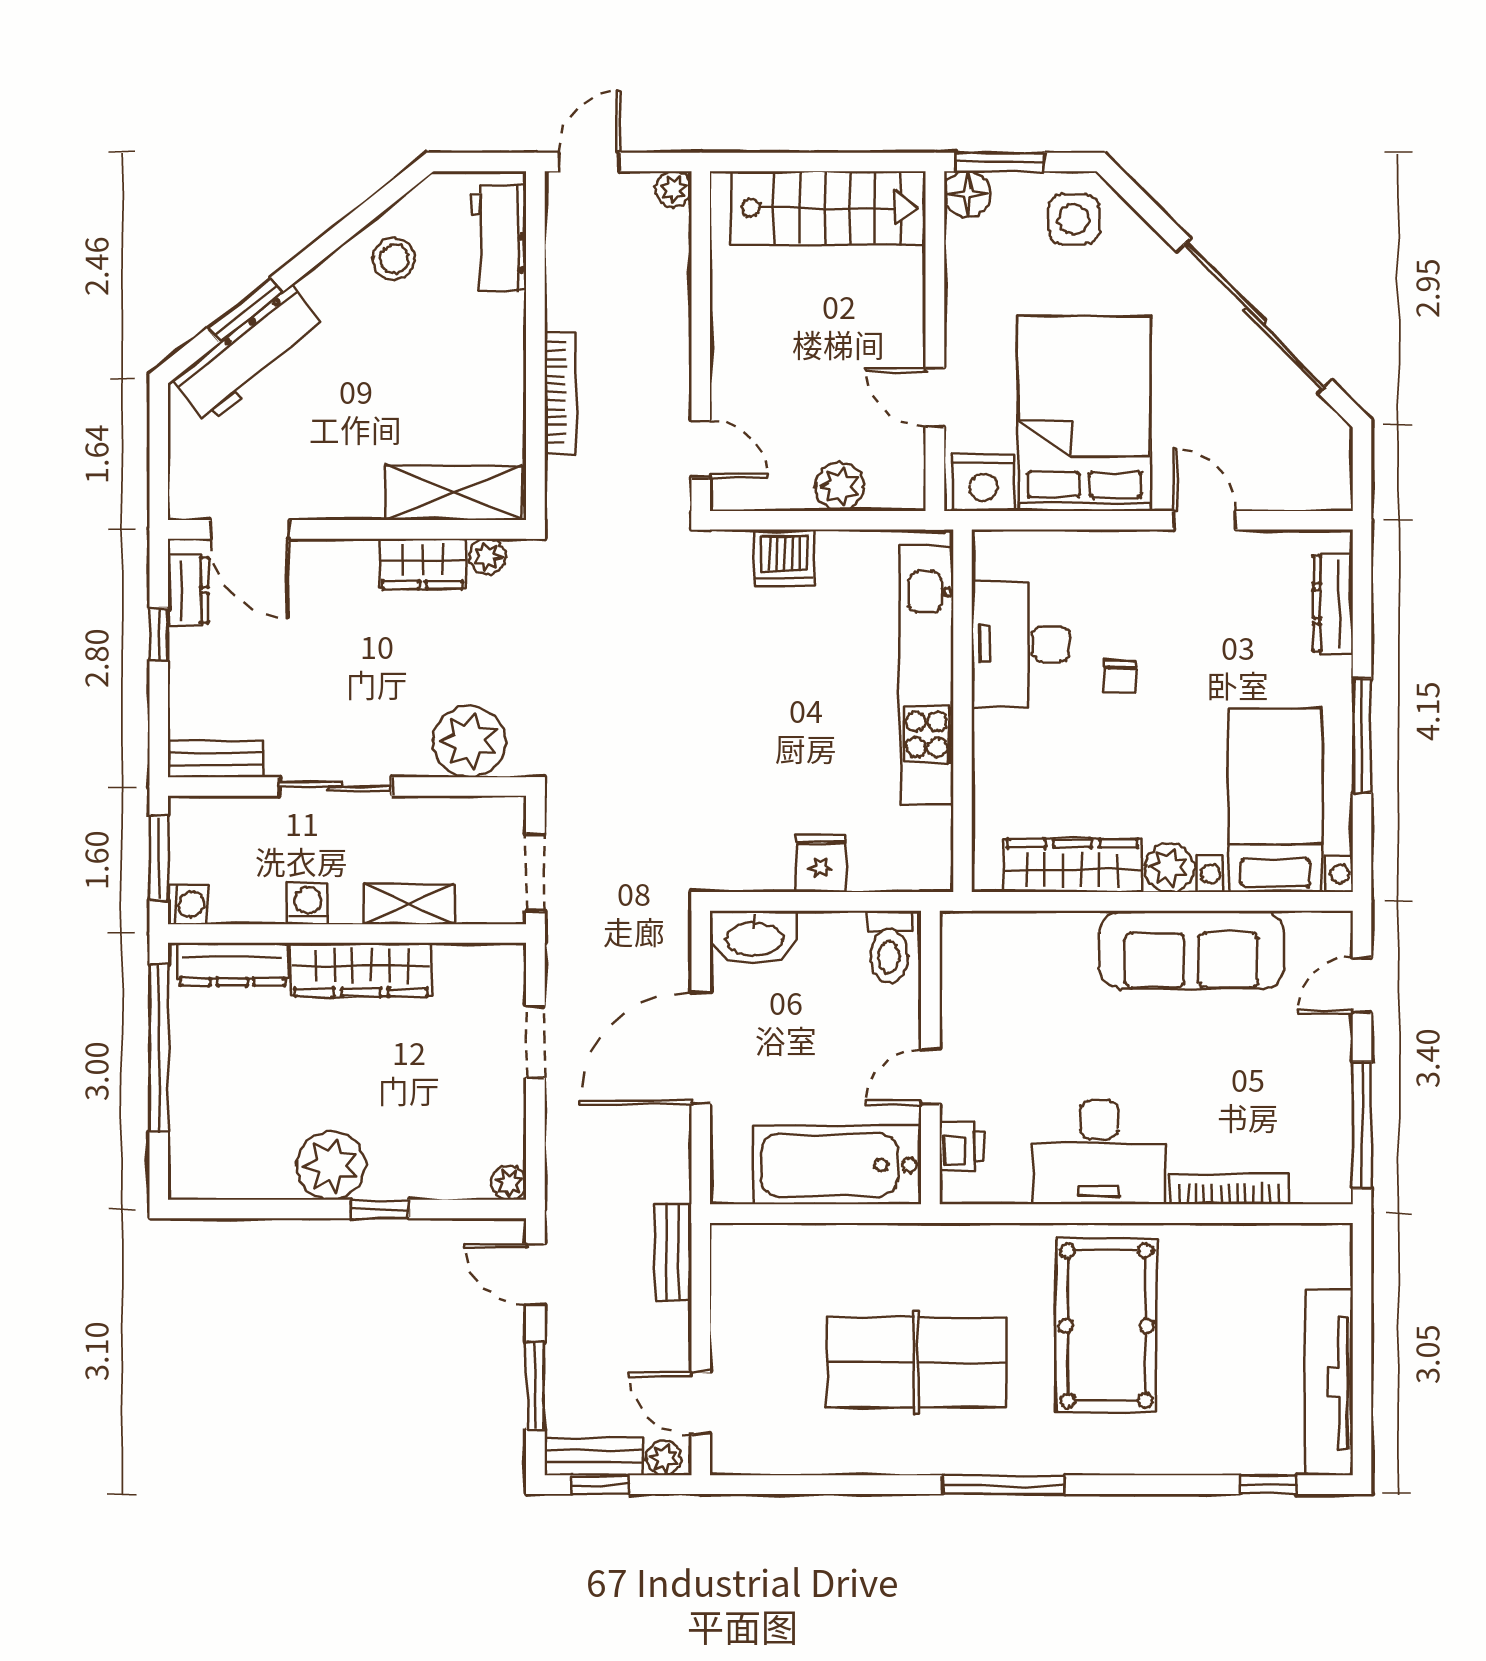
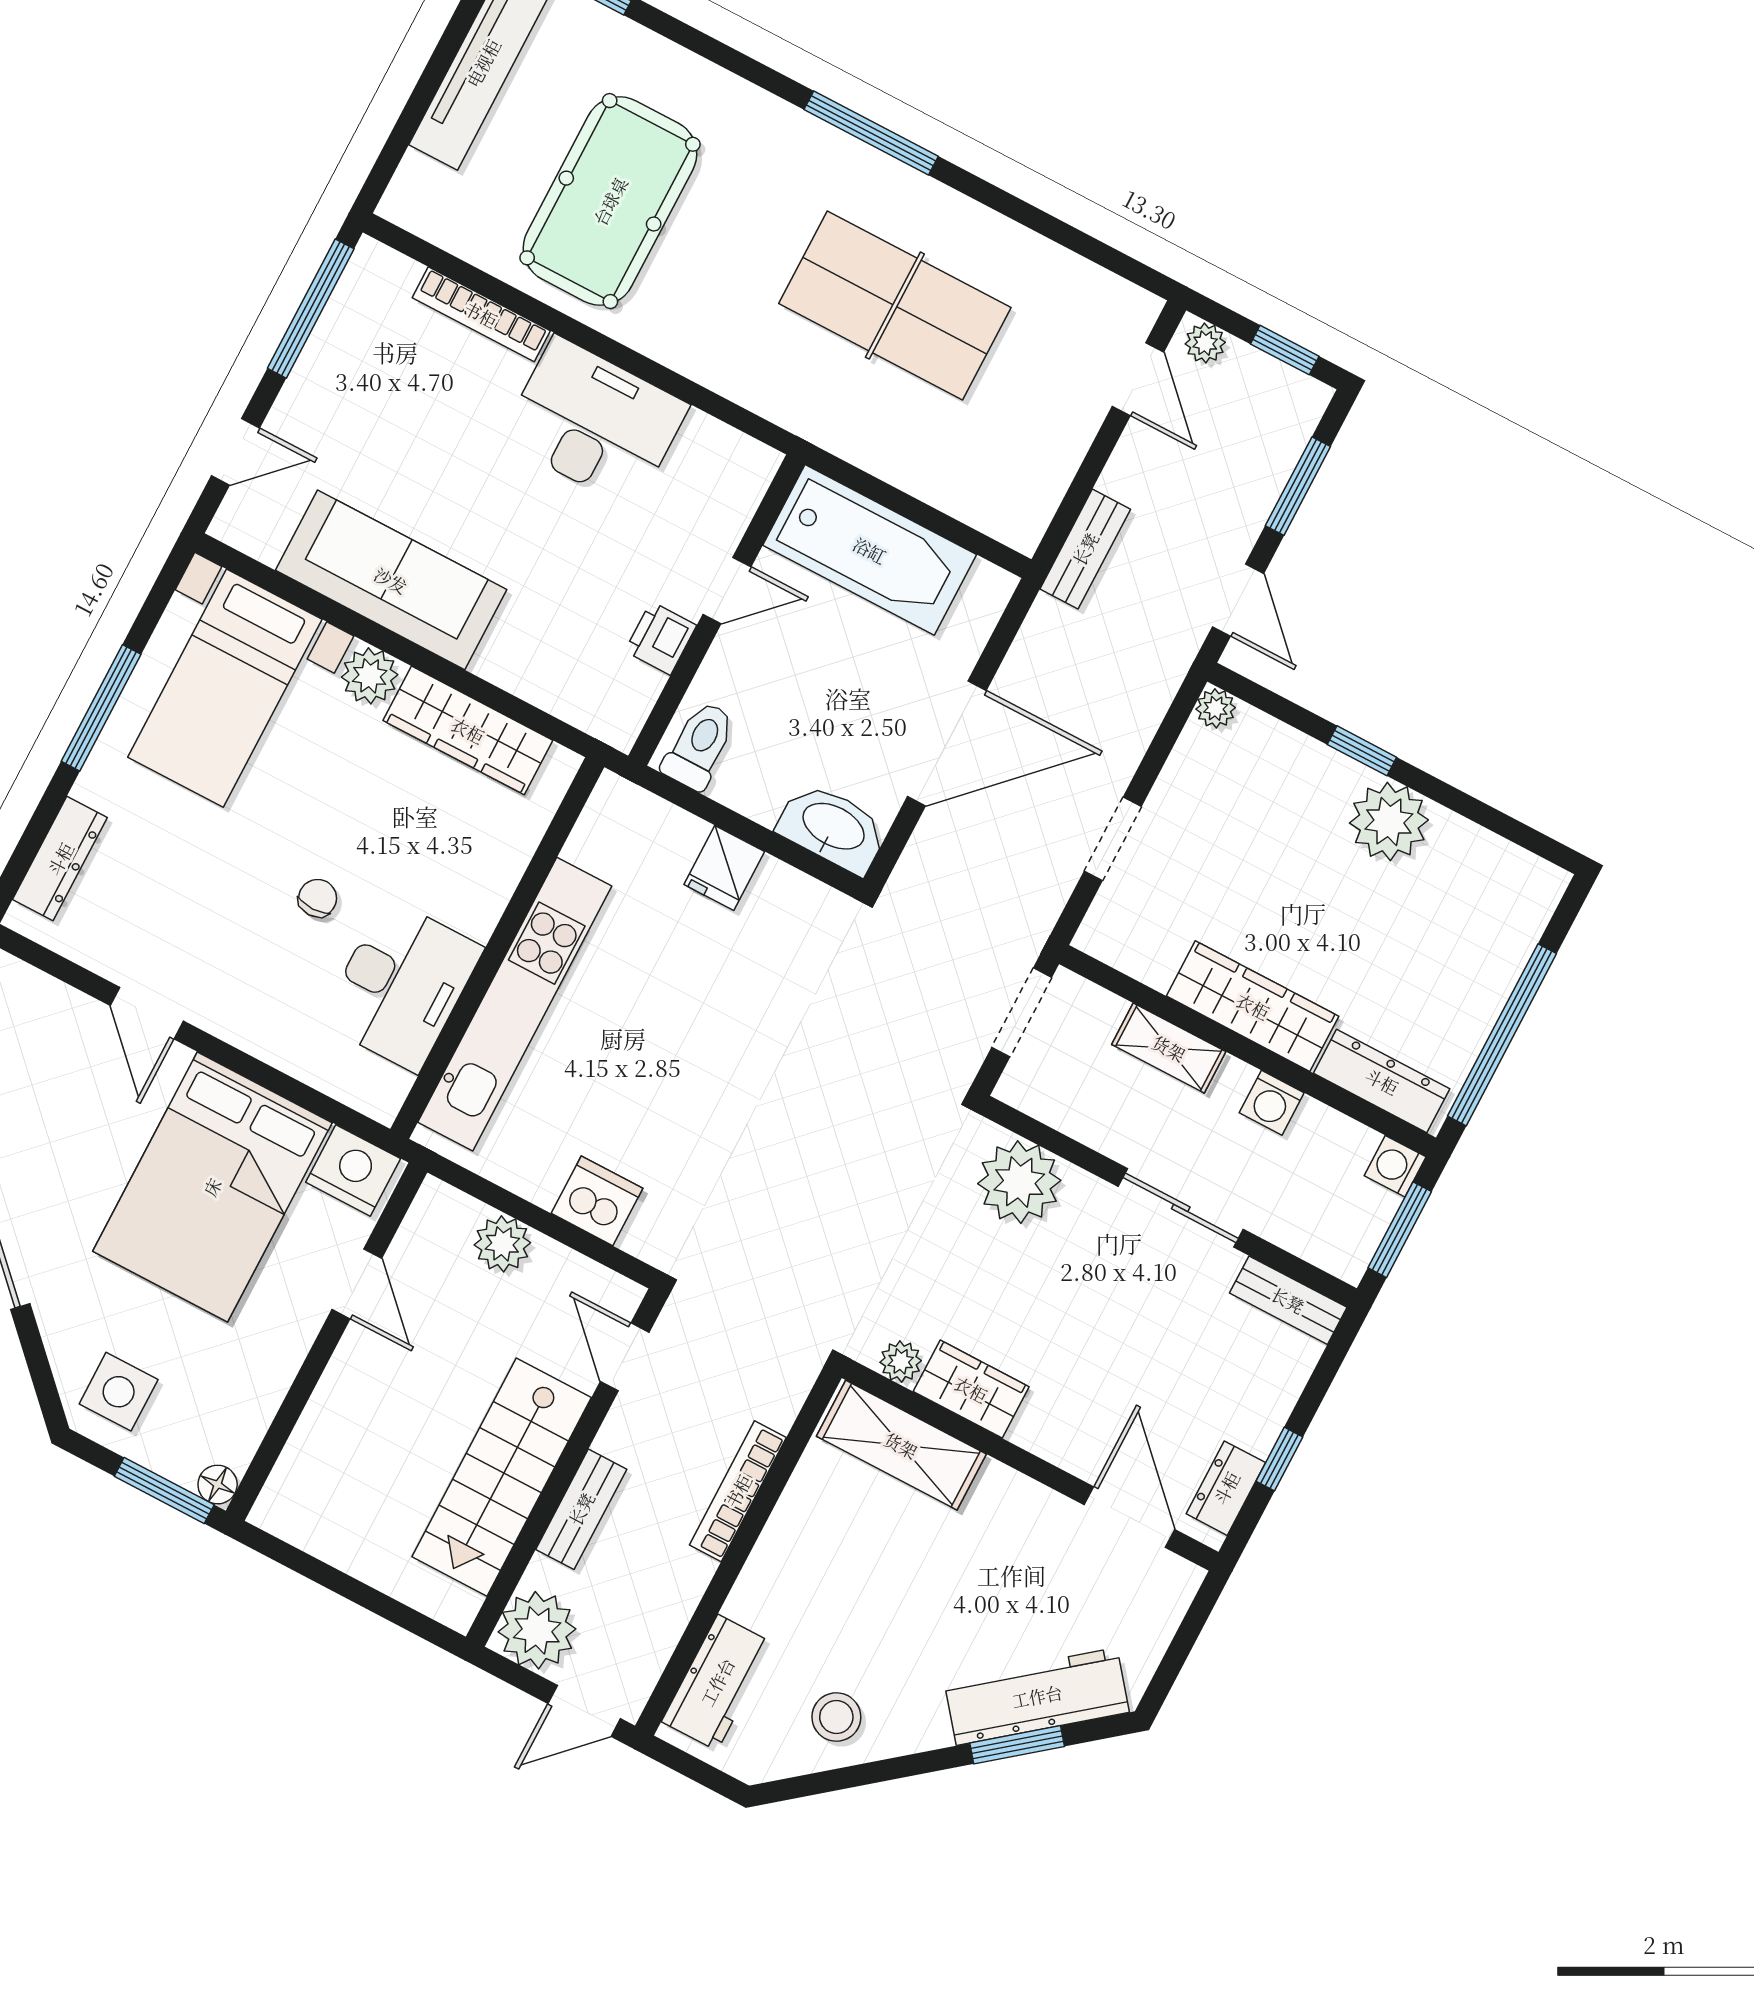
plant: (674, 189) -> (537, 1630), width x1.87, depth x1.87
floor lamp: (967, 194) -> (218, 1485), width x0.73, depth x0.73
stairs: (829, 208) -> (502, 1477), moved, turned -90
printer: (962, 1146) -> (661, 638), moved
pool table: (1106, 1326) -> (610, 201), moved
bench: (594, 1457) -> (581, 1509), moved, turned 90

